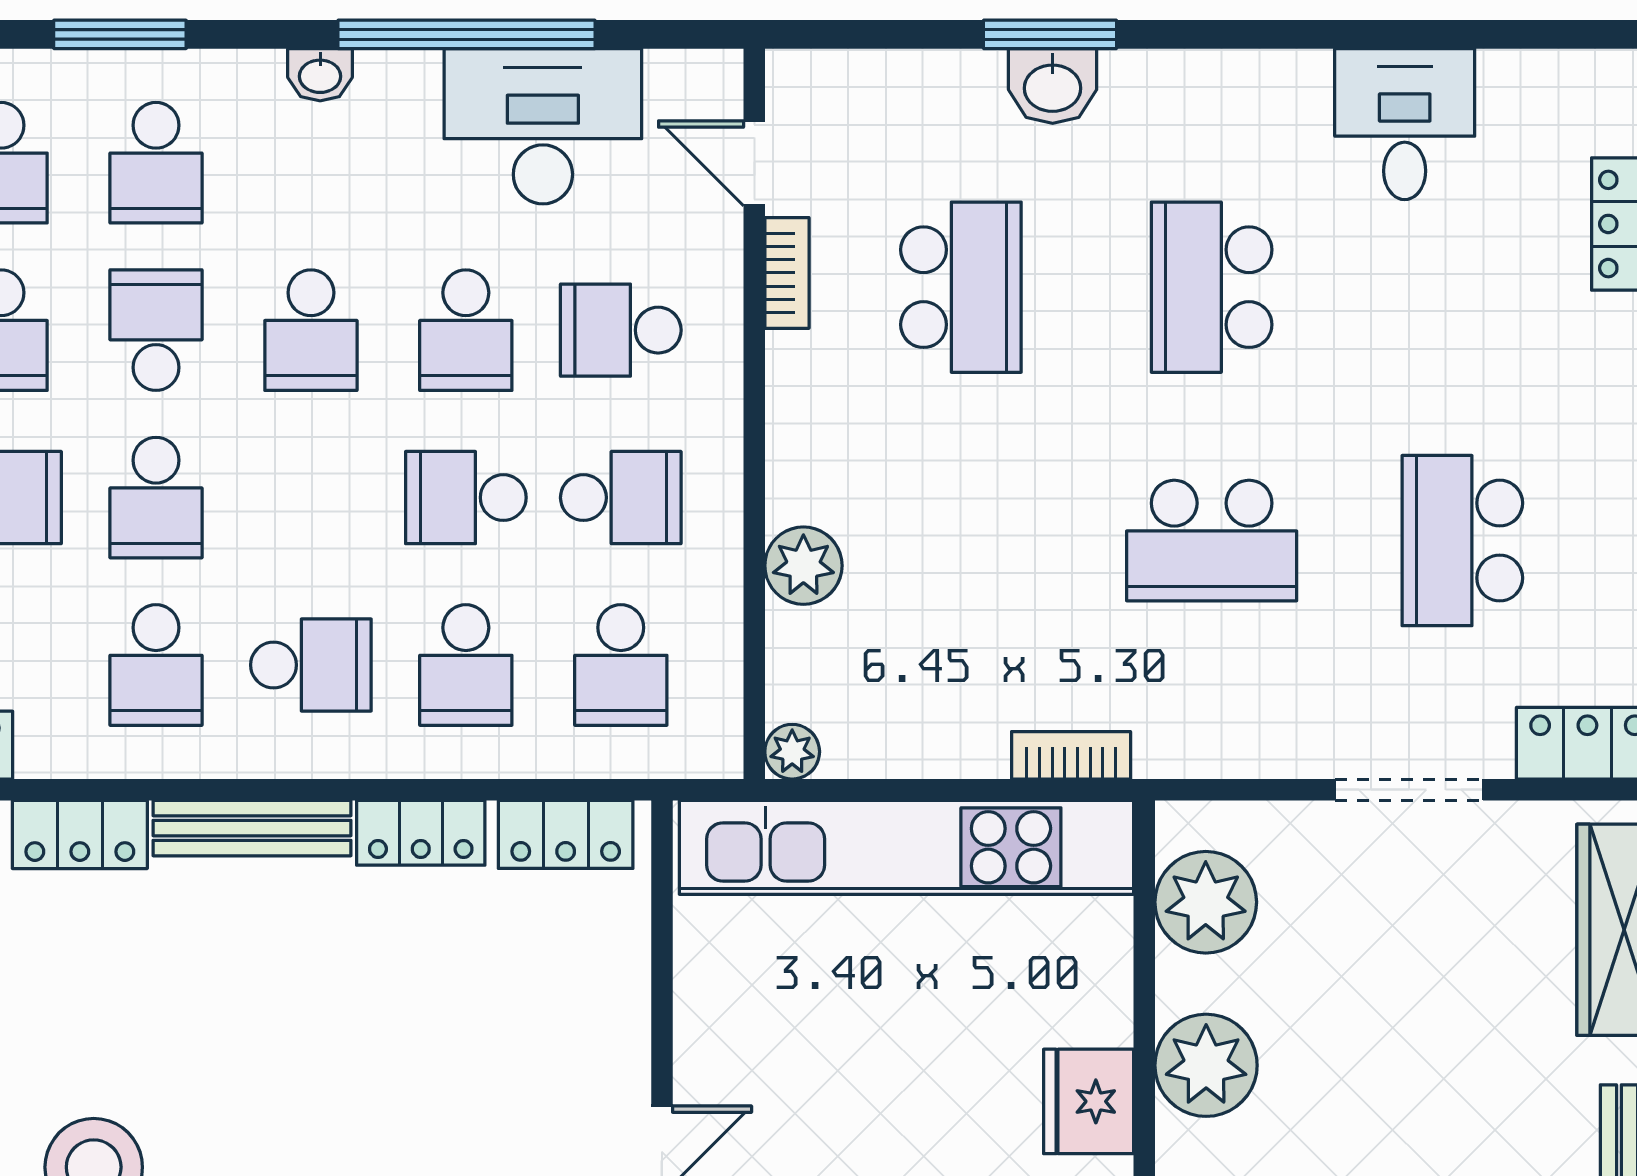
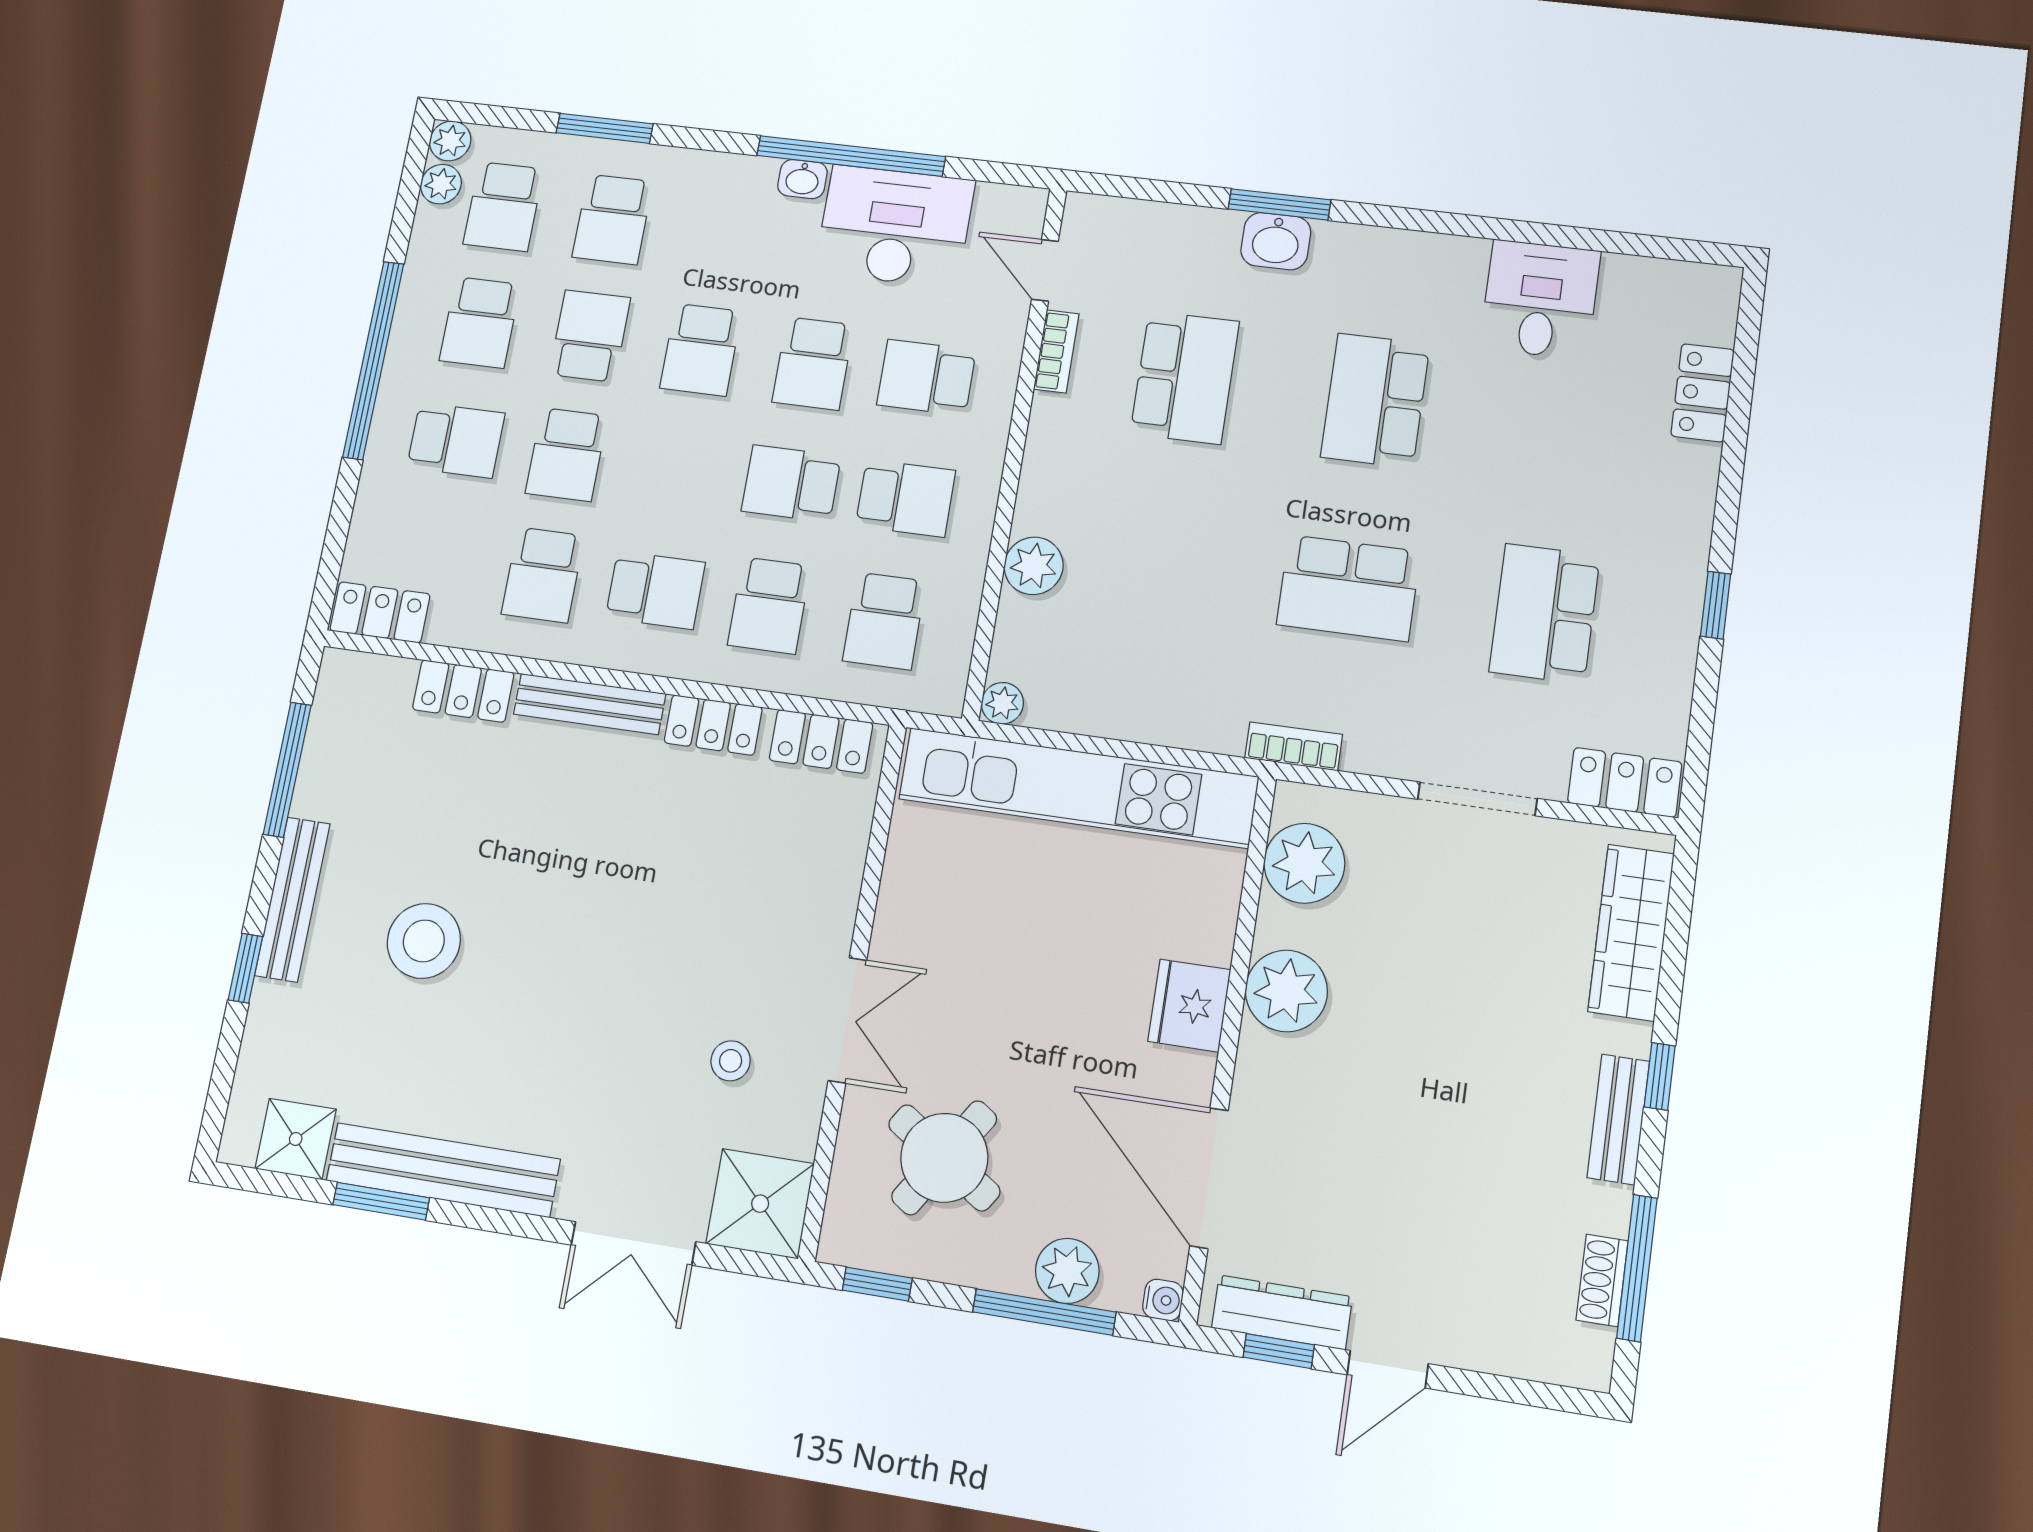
washbasin: (320, 75) -> (802, 179), moved
bookcase: (1071, 755) -> (1294, 746), moved

